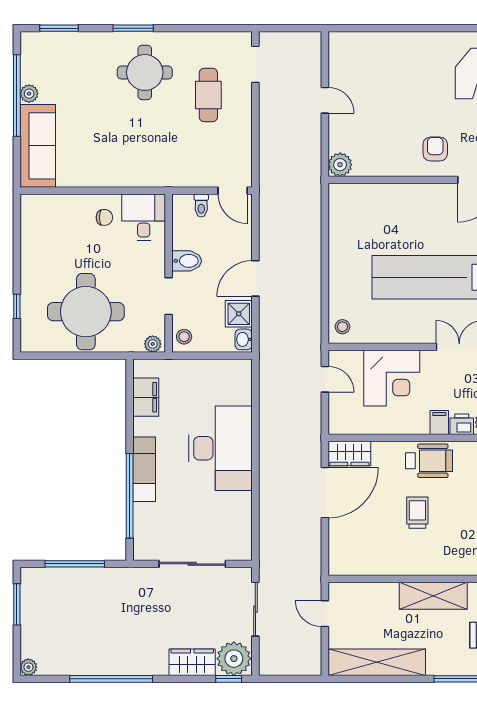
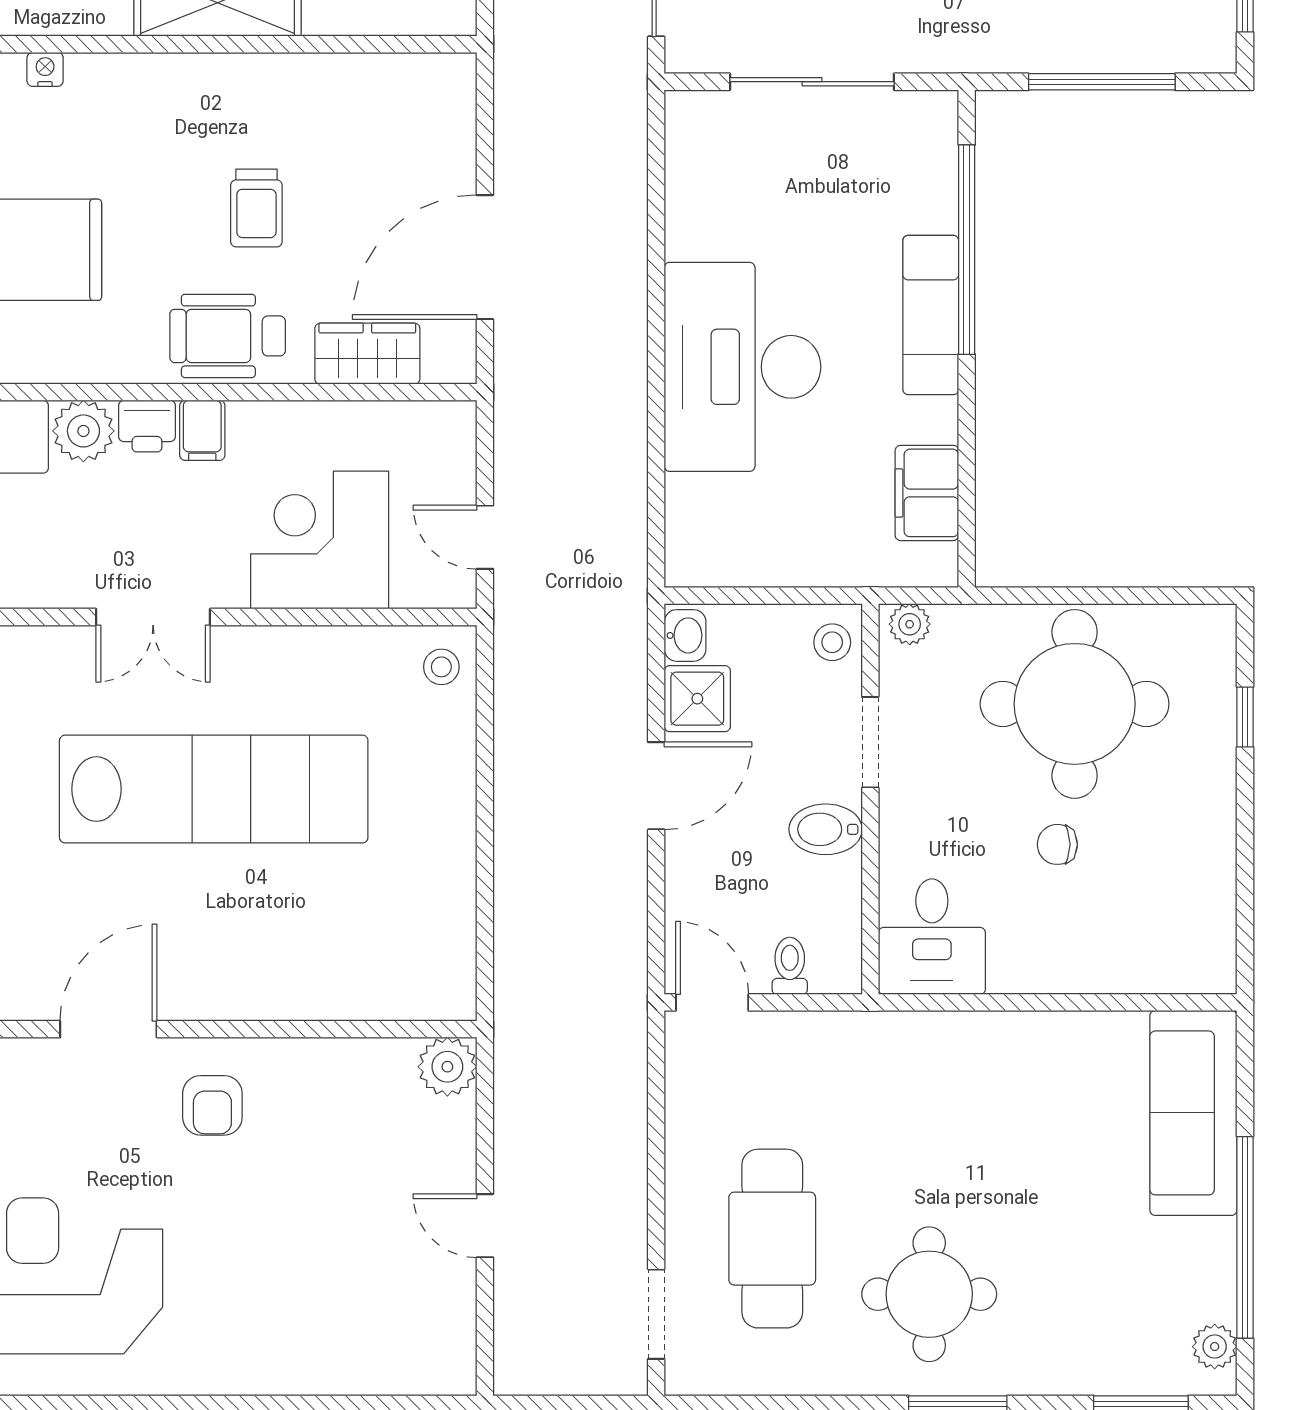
plant: (29, 94) -> (1215, 1347), moved
cafe table: (208, 95) -> (772, 1239), width x1.37, depth x1.35
chair: (104, 217) -> (1057, 844), moved
wardrobe: (349, 454) -> (367, 354), moved

